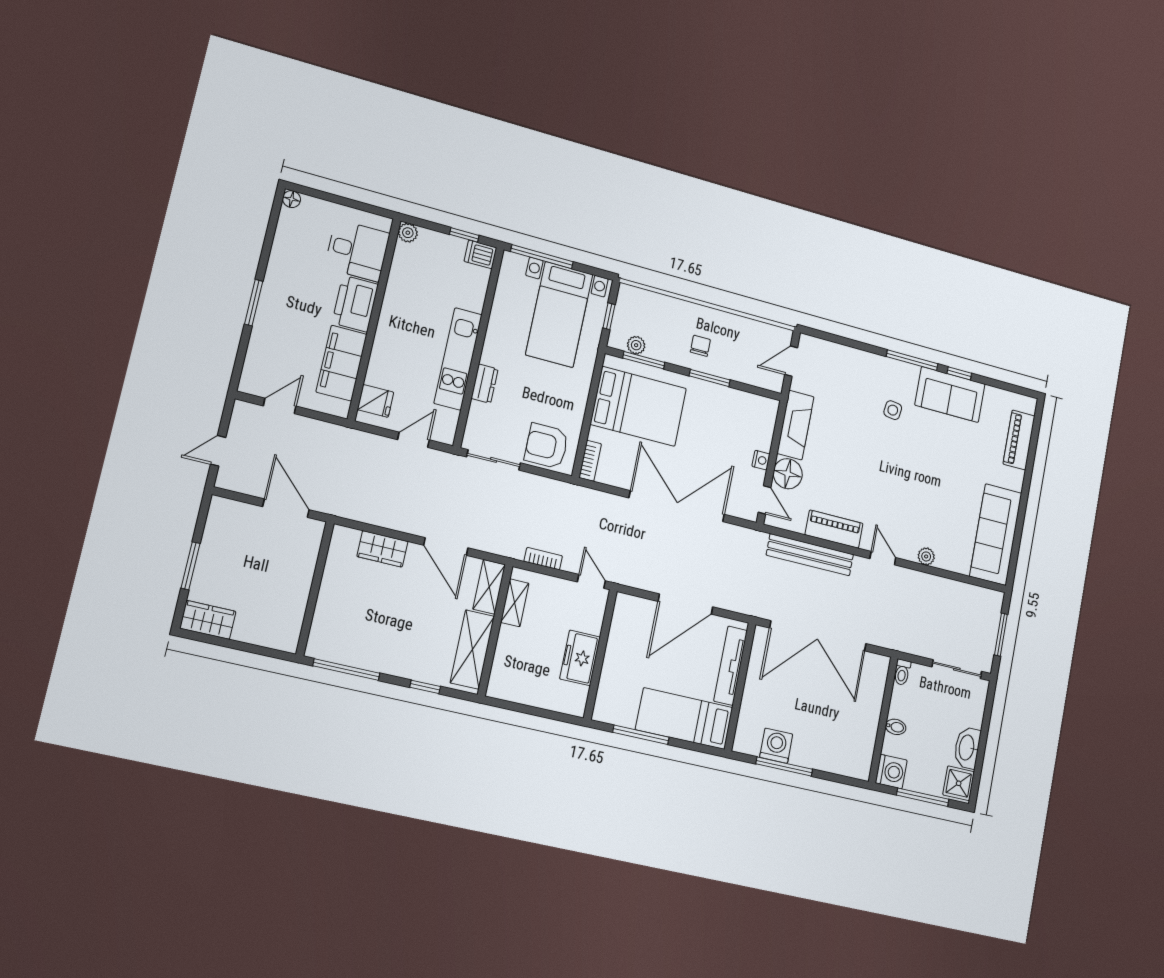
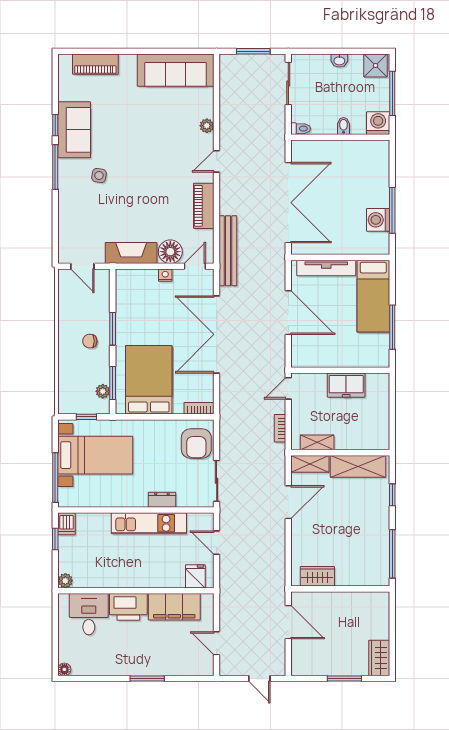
door: (286, 508) -> (288, 622), swing flipped
wardrobe: (382, 549) -> (317, 576), moved, turned -90
bench: (810, 555) -> (228, 251), moved
washbasin: (967, 748) -> (339, 61), width x0.52, depth x0.69

